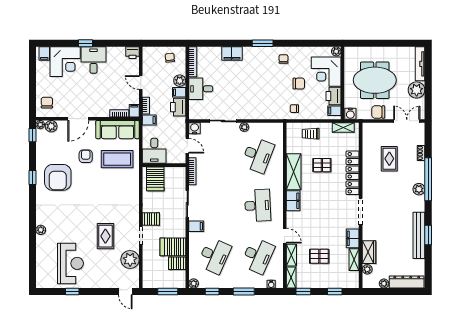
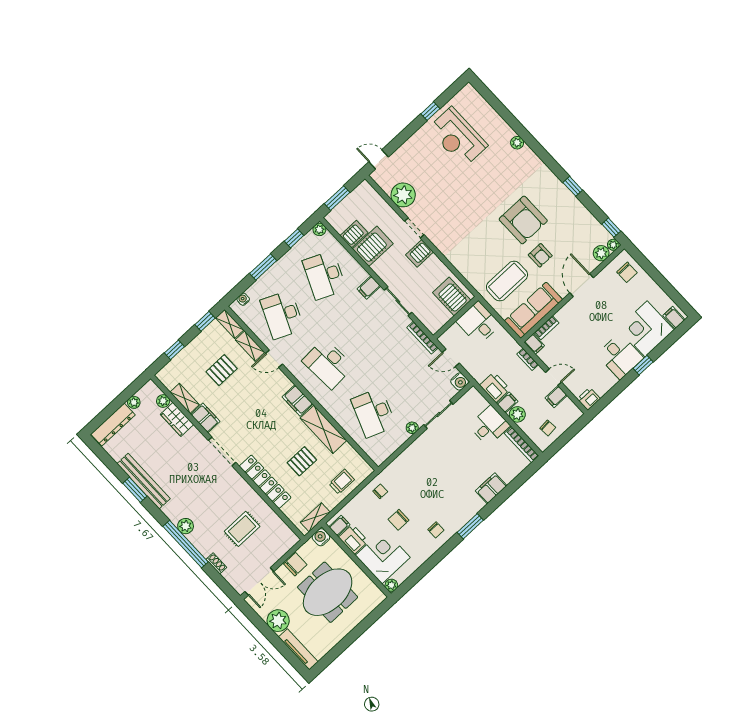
filing cabinet: (149, 120) -> (556, 397), moved
rug: (389, 159) -> (242, 529), turned 90
armchair: (58, 177) -> (523, 220), moved, turned 180
rug: (105, 236) -> (448, 195), removed

